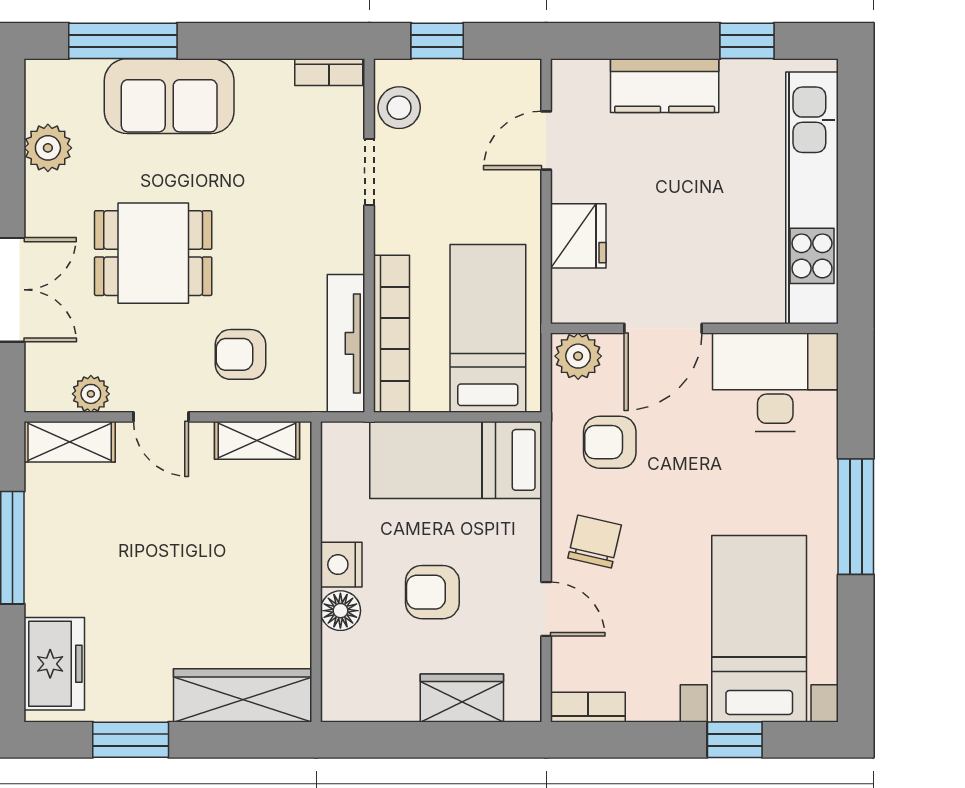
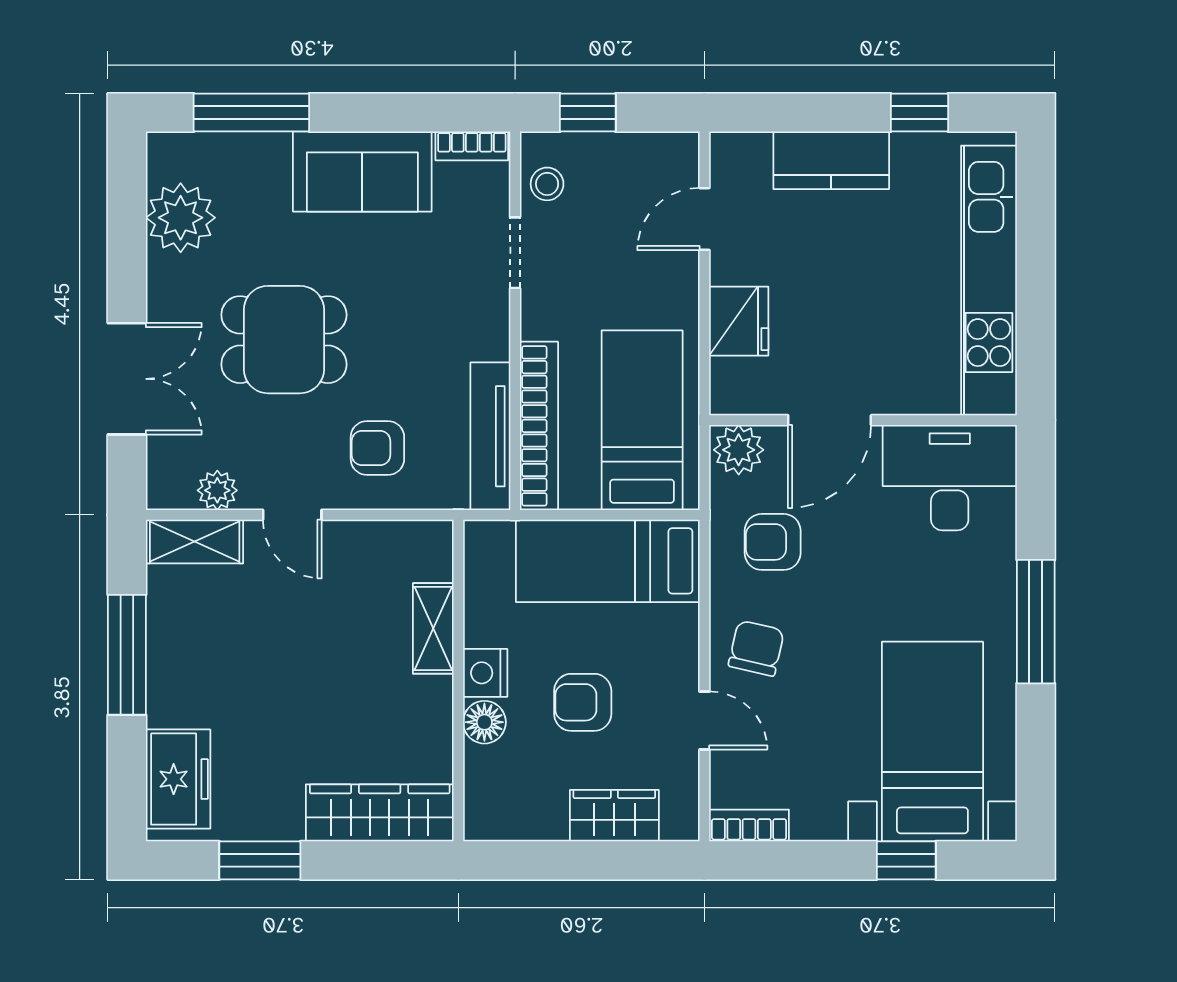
sofa: (169, 96) -> (362, 172), moved
stool: (399, 108) -> (547, 184), width x0.73, depth x0.73
plant: (48, 148) -> (181, 218), width x1.36, depth x1.36
shelving: (257, 440) -> (433, 628), moved, turned 90

